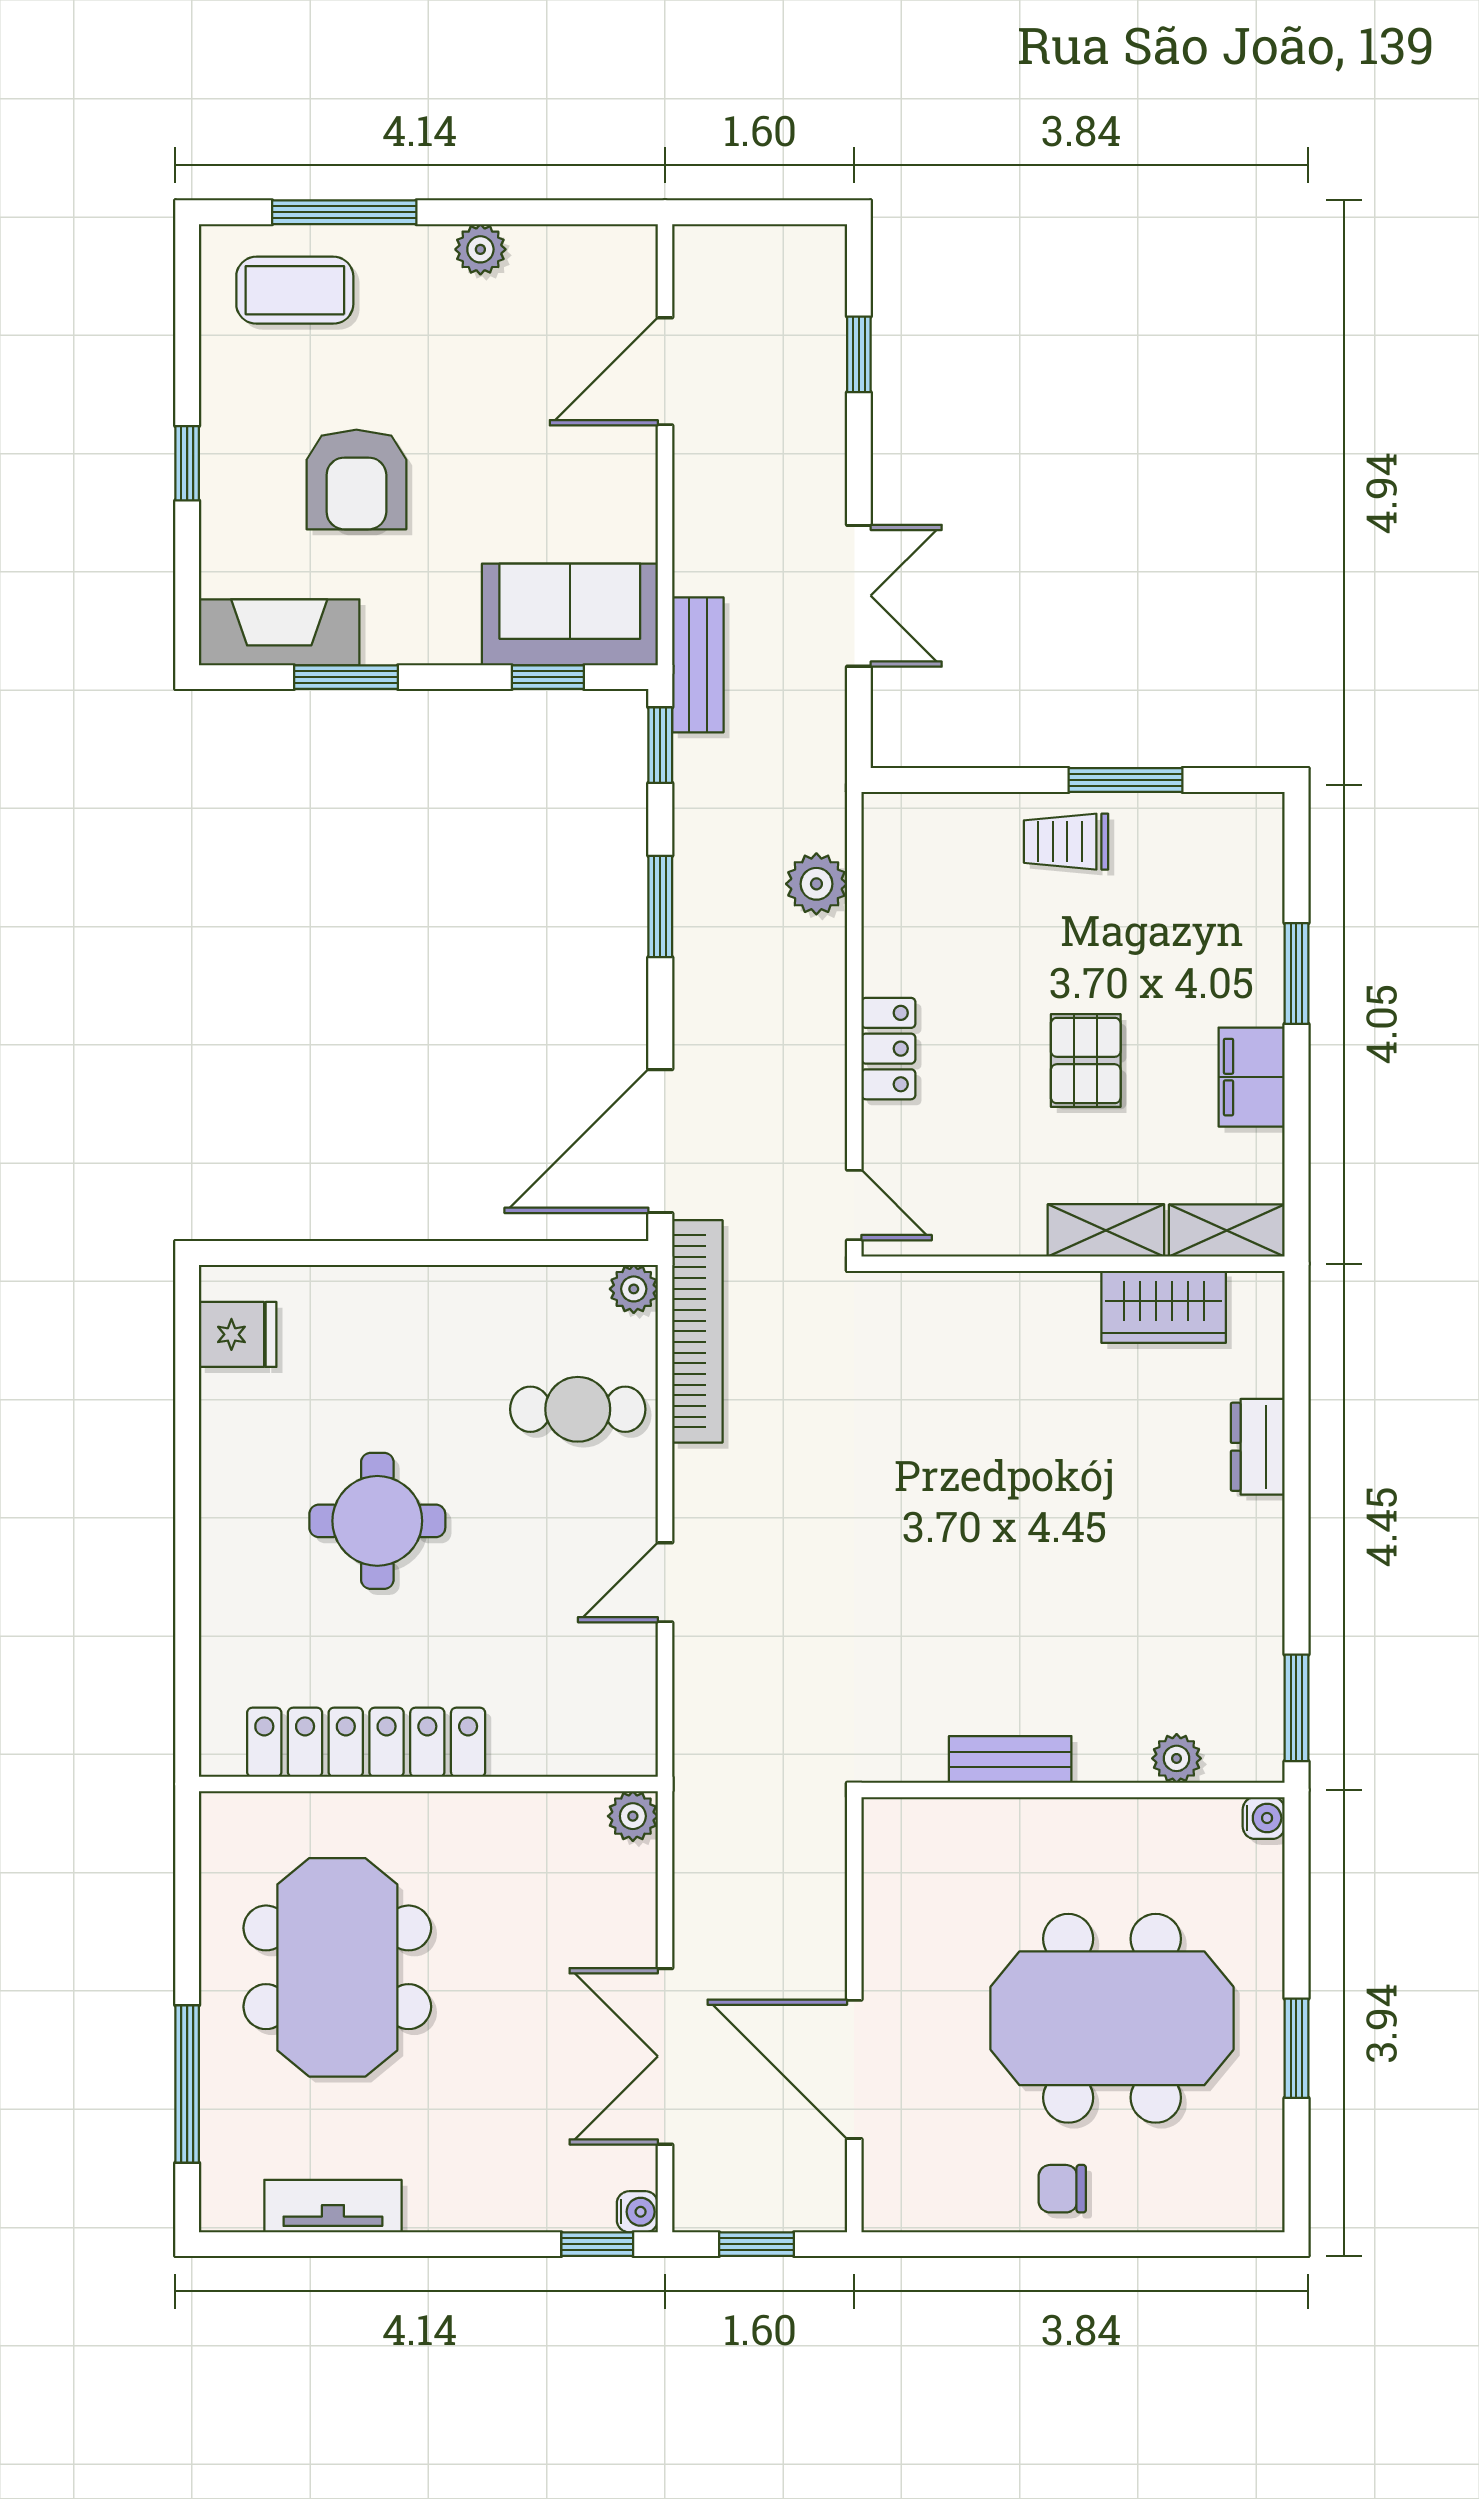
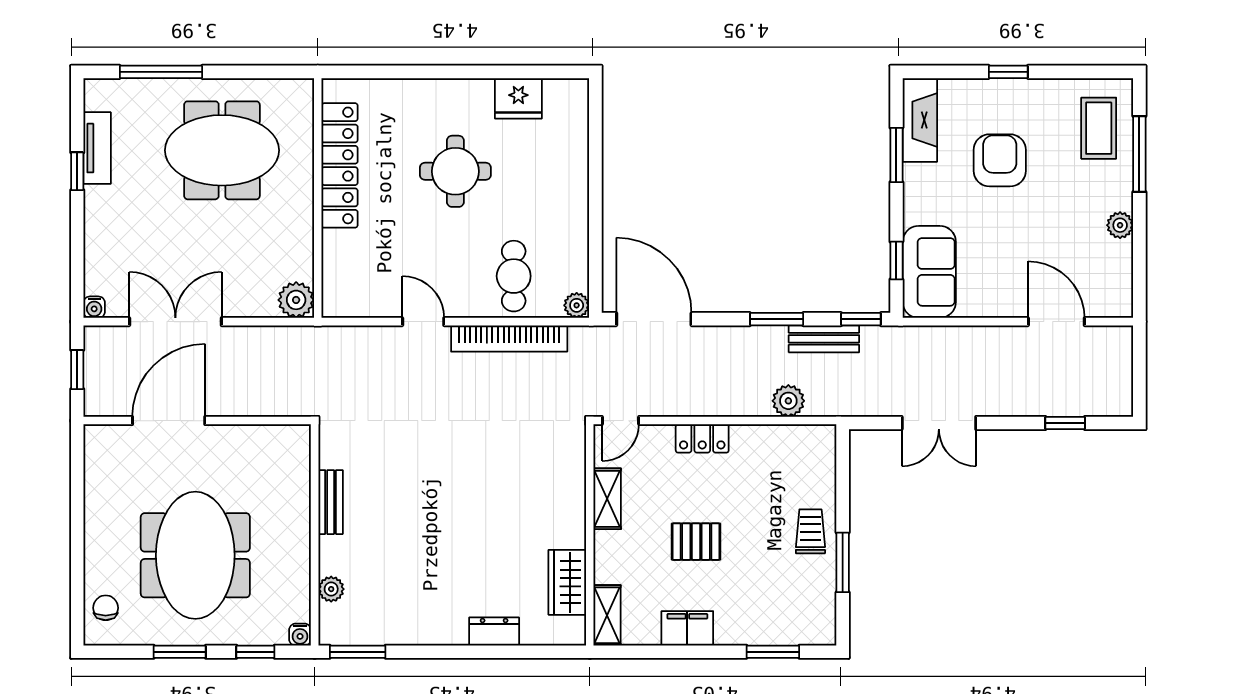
armchair: (356, 479) -> (1000, 160), turned 90
bench: (698, 665) -> (824, 339), moved
window: (1296, 974) -> (773, 652), moved
shelving: (1106, 1230) -> (607, 499), moved
bookcase: (697, 1331) -> (509, 339), moved
fridge: (238, 1334) -> (518, 98), moved, width x1.38
plant: (633, 1816) -> (296, 300), width x1.38, depth x1.38
window: (1296, 1903) -> (255, 652), added
chair: (1062, 2189) -> (106, 608), moved
window: (597, 2244) -> (77, 171), moved

